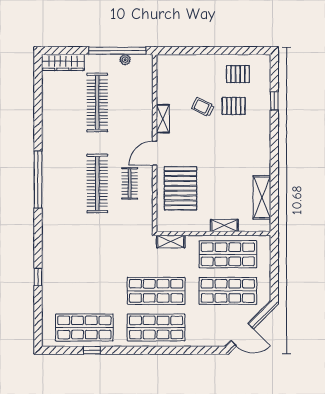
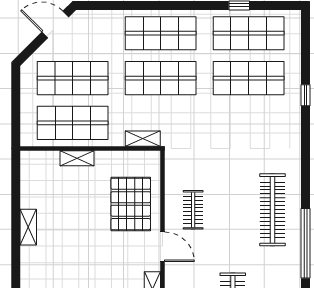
door: (155, 153) -> (162, 247), hinge flipped
window: (38, 179) -> (306, 243), moved
clothes rail: (97, 183) -> (273, 210), moved
shelving: (262, 197) -> (28, 227), moved, width x0.67, depth x0.75
shop shelf: (84, 291) -> (249, 78), added

